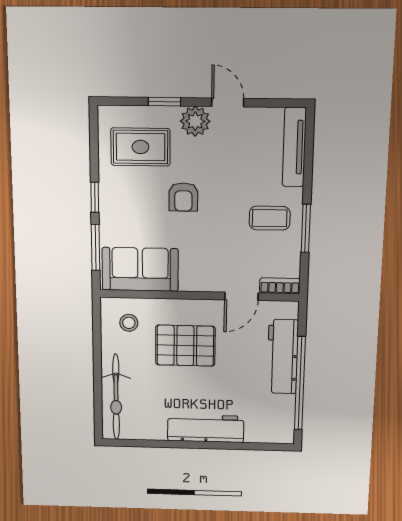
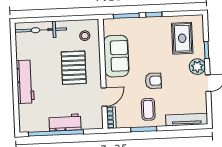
armchair: (183, 197) -> (153, 81), moved, turned 180
sofa: (140, 269) -> (116, 56), moved
door: (241, 296) -> (104, 97), swing flipped
workbench: (283, 357) -> (65, 122), width x0.73

